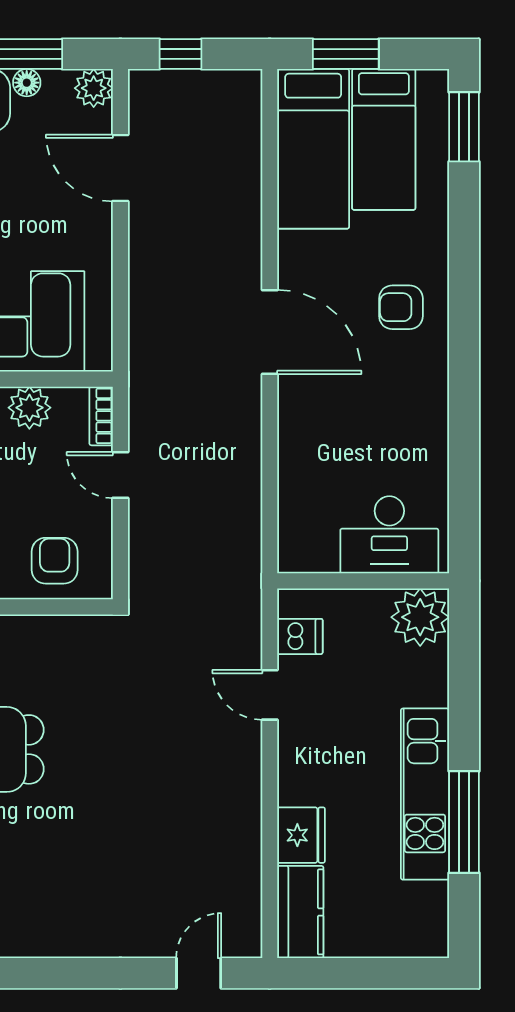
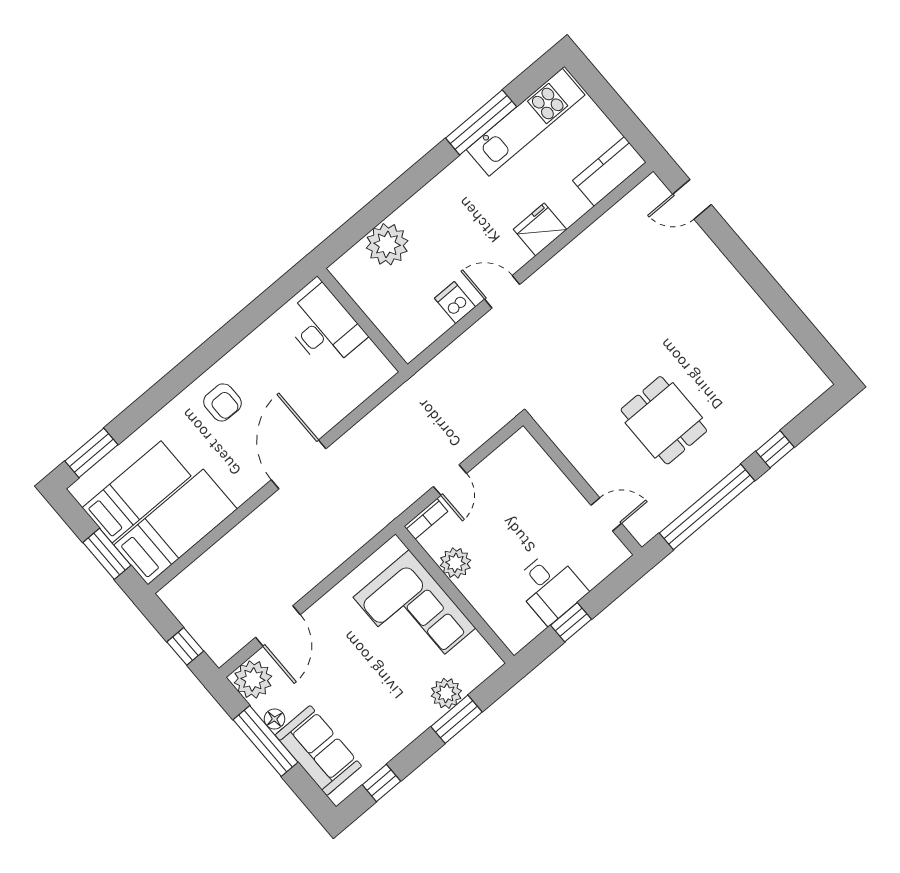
plant: (94, 88) -> (253, 679), width x1.36, depth x1.36
desk: (389, 535) -> (324, 327), moved
armchair: (55, 561) -> (529, 476), removed
wall: (363, 581) -> (362, 320), moved
door: (270, 695) -> (502, 292), swing flipped
kitchen unit: (425, 794) -> (526, 122), moved
fridge: (301, 835) -> (540, 229), moved

